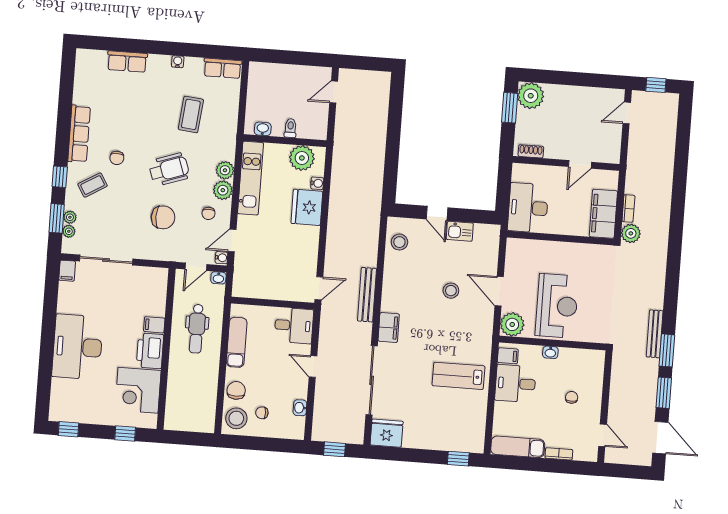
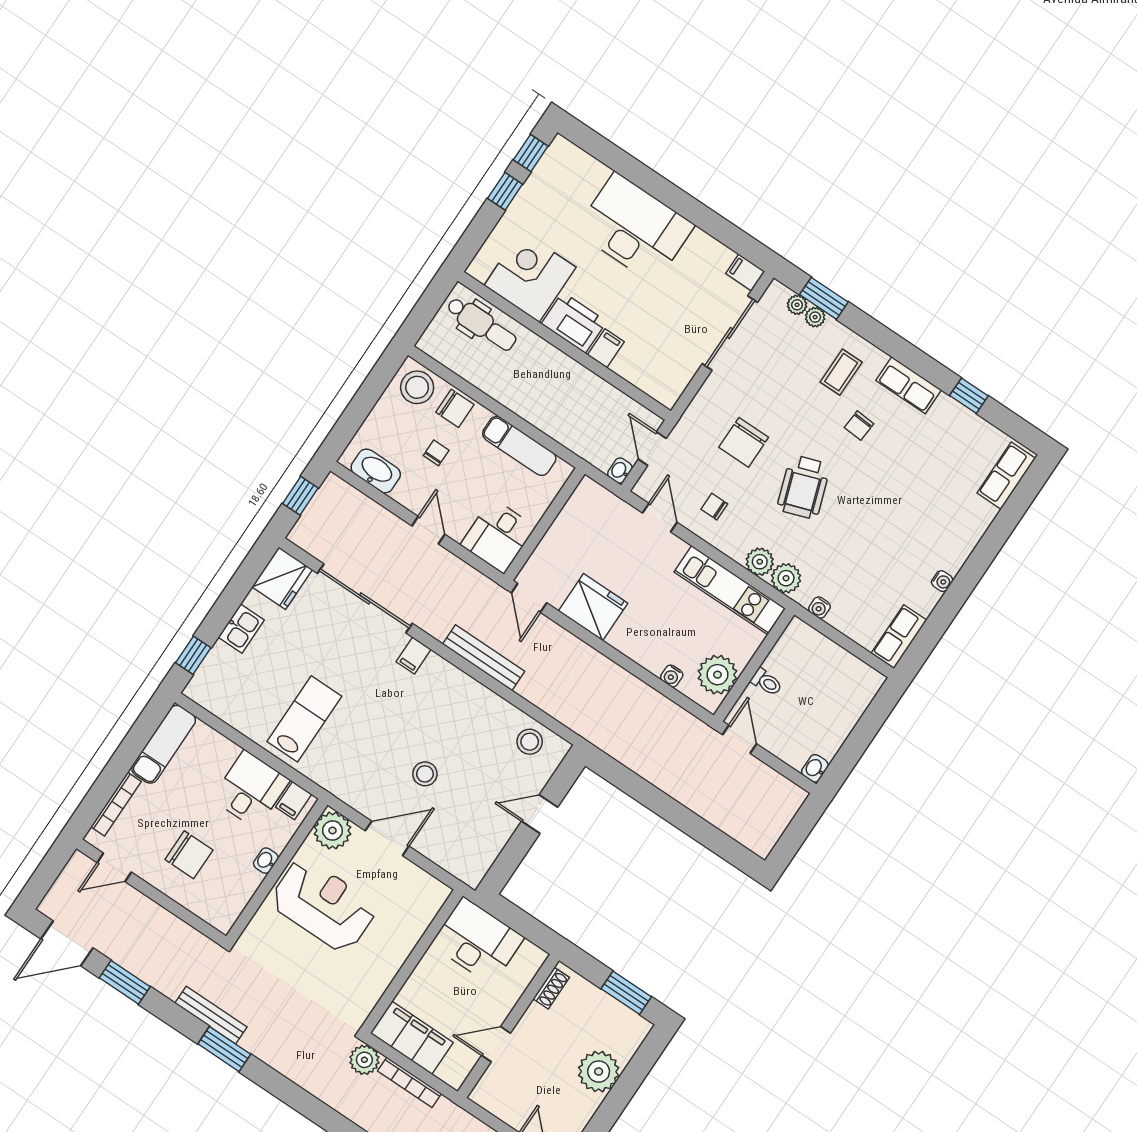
row of seats: (127, 62) -> (1006, 476), moved
door: (334, 92) -> (740, 739), moved
plant: (531, 96) -> (599, 1072), moved
coffee table: (191, 114) -> (861, 558), removed
washbasin: (263, 129) -> (815, 768), moved, turned 180
row of seats: (79, 134) -> (909, 385), width x0.68
chair: (117, 158) -> (859, 426), turned -86
door: (580, 164) -> (496, 1044), hinge flipped
window: (60, 177) -> (969, 396), moved
coffee table: (93, 185) -> (841, 372), turned 31
plant: (223, 190) -> (786, 578), moved
fridge: (307, 207) -> (593, 607), moved
bookcase: (628, 209) -> (409, 1082), width x1.56
kitchen sink: (460, 231) -> (241, 629), moved, turned 180
water cooler: (221, 258) -> (819, 608), moved
reception desk: (557, 306) -> (323, 905), turned 180
filing cabinet: (389, 328) -> (414, 655), width x0.50
dental chair: (197, 329) -> (482, 324), moved, turned 180
window: (667, 350) -> (224, 1049), moved
door: (313, 366) -> (428, 530), hinge flipped
chair: (572, 397) -> (189, 855), width x1.87, depth x1.87
washbasin: (300, 408) -> (376, 471), width x1.91, depth x1.45
chair: (262, 413) -> (436, 453), moved
window: (125, 434) -> (505, 191), moved
bookcase: (559, 454) -> (116, 804), width x1.56

